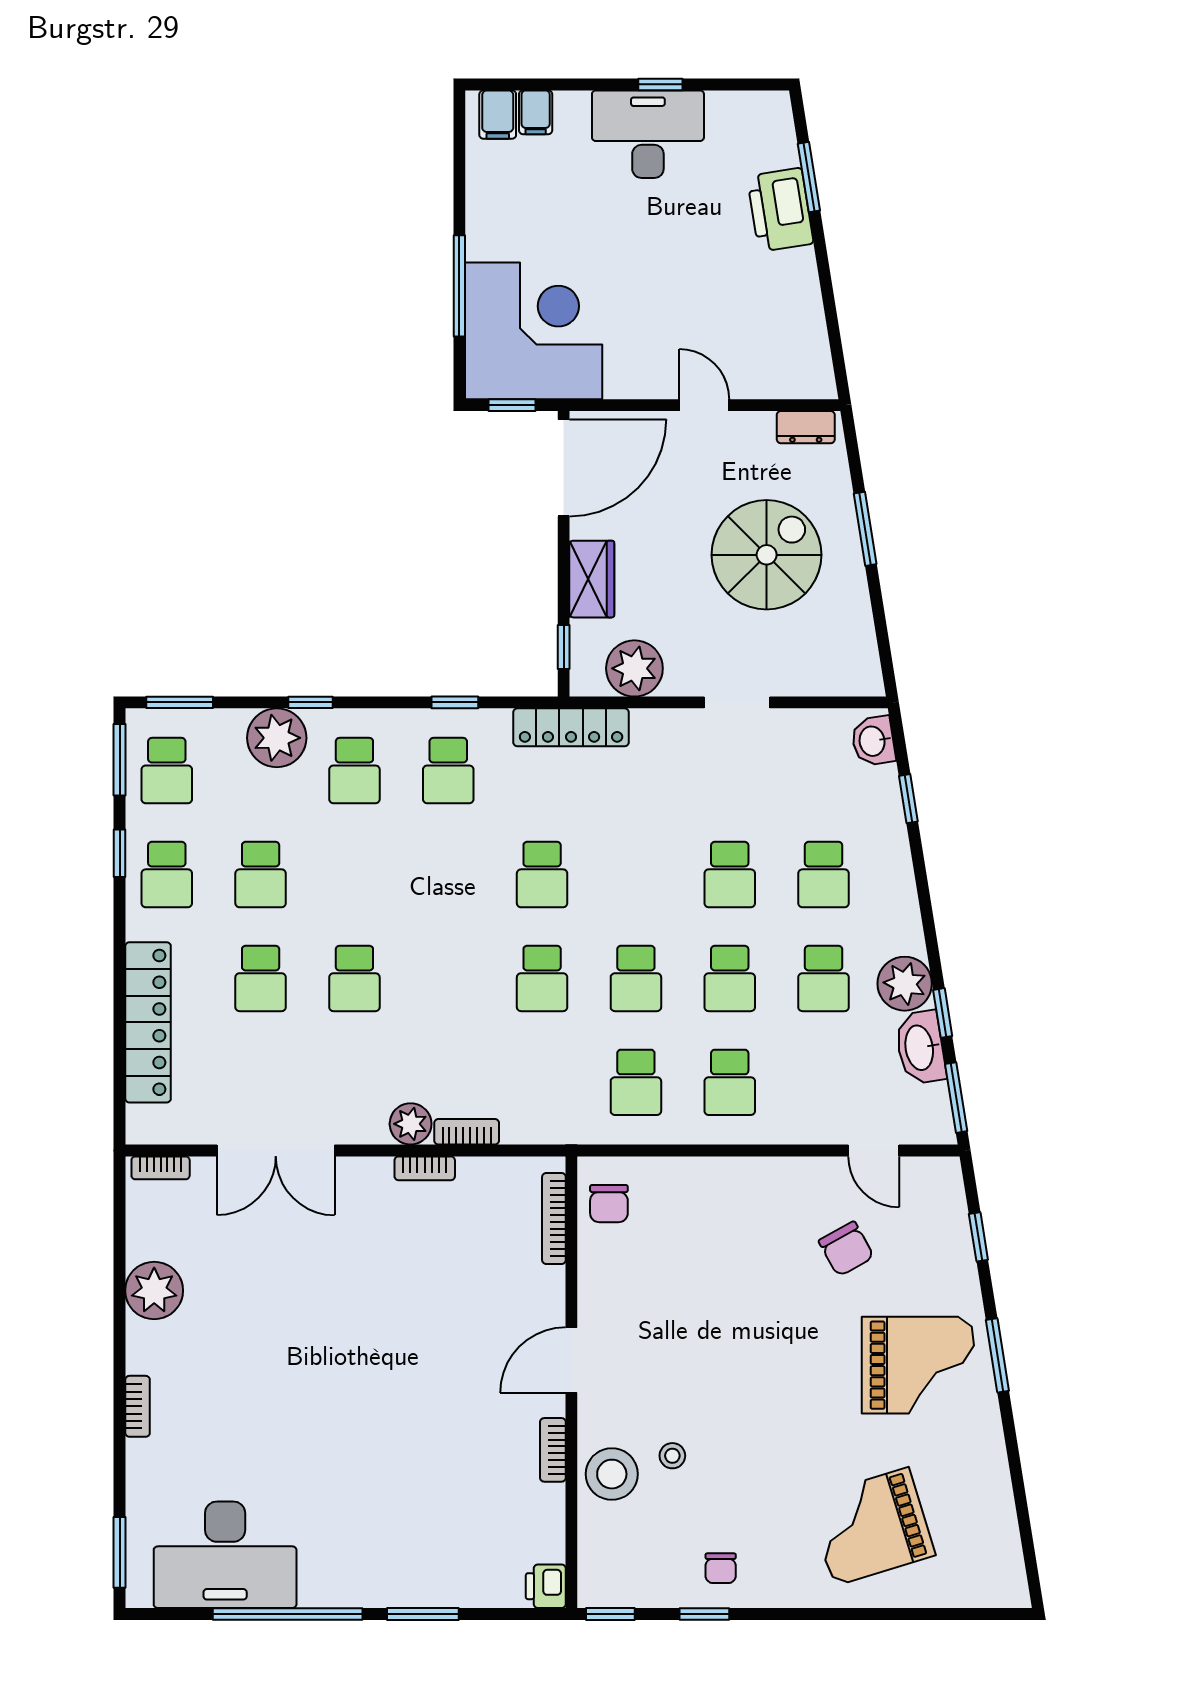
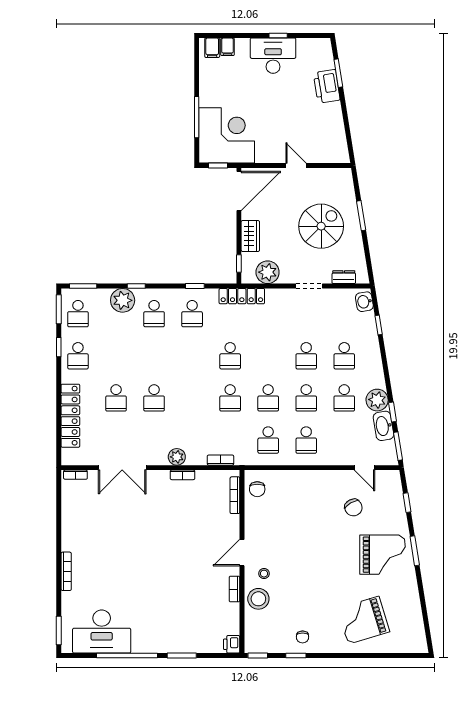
dresser: (806, 427) -> (344, 277), moved, turned 180
school desk: (261, 874) -> (116, 356), removed
bookcase: (467, 1132) -> (220, 460), moved
plant: (154, 1291) -> (73, 524), removed
bookcase: (138, 1406) -> (66, 571), width x1.56
stool: (672, 1456) -> (264, 574), moved

